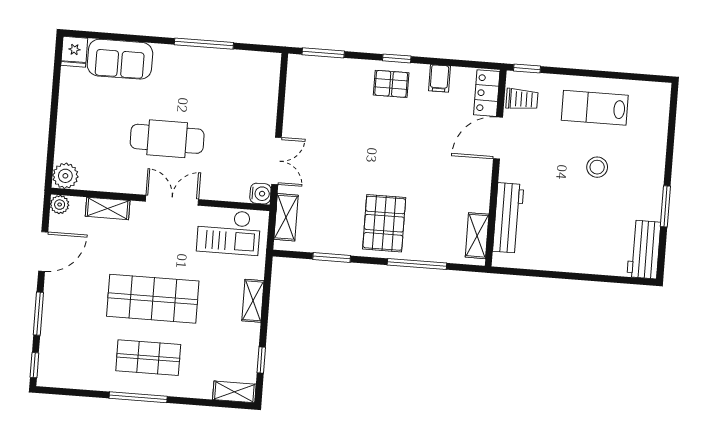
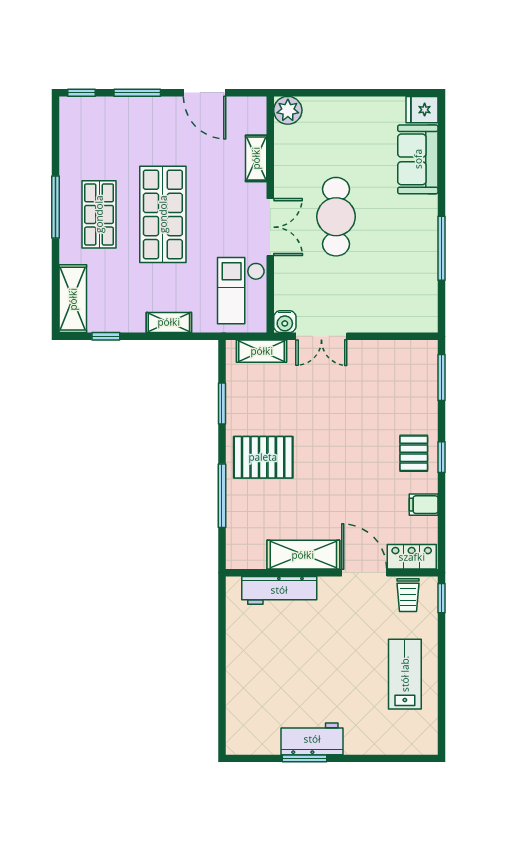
stool: (597, 167) -> (341, 682), removed
plant: (60, 205) -> (256, 106), removed
shelving: (477, 236) -> (303, 555), moved, width x1.50, depth x1.33
workbench: (644, 249) -> (312, 739), moved
shelving: (234, 392) -> (73, 299), width x1.50, depth x1.33

